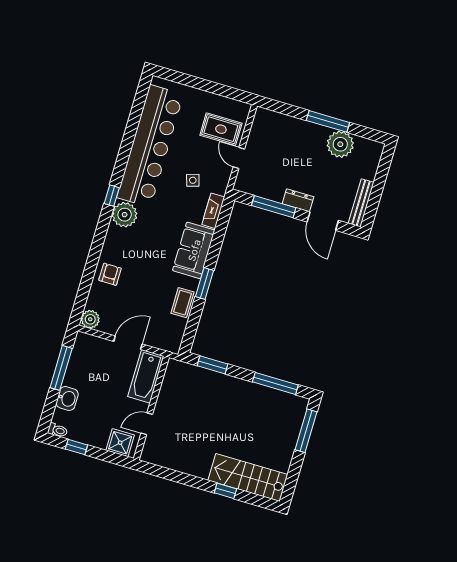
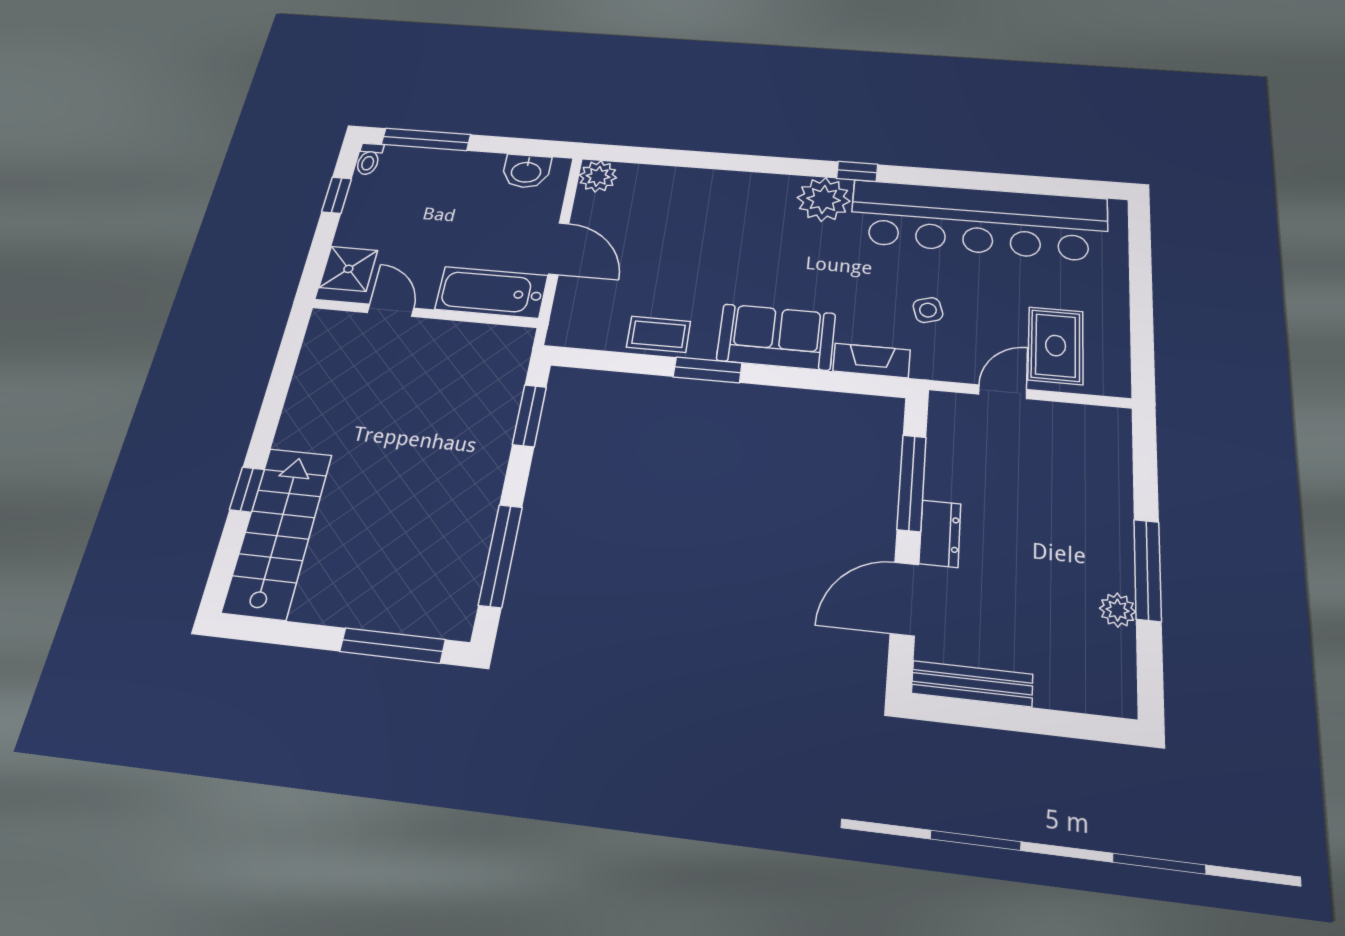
plant: (340, 144) -> (1118, 610), width x0.53, depth x0.53
armchair: (110, 274) -> (696, 195), removed
window: (61, 368) -> (426, 139), moved
washbasin: (67, 398) -> (526, 171), moved

